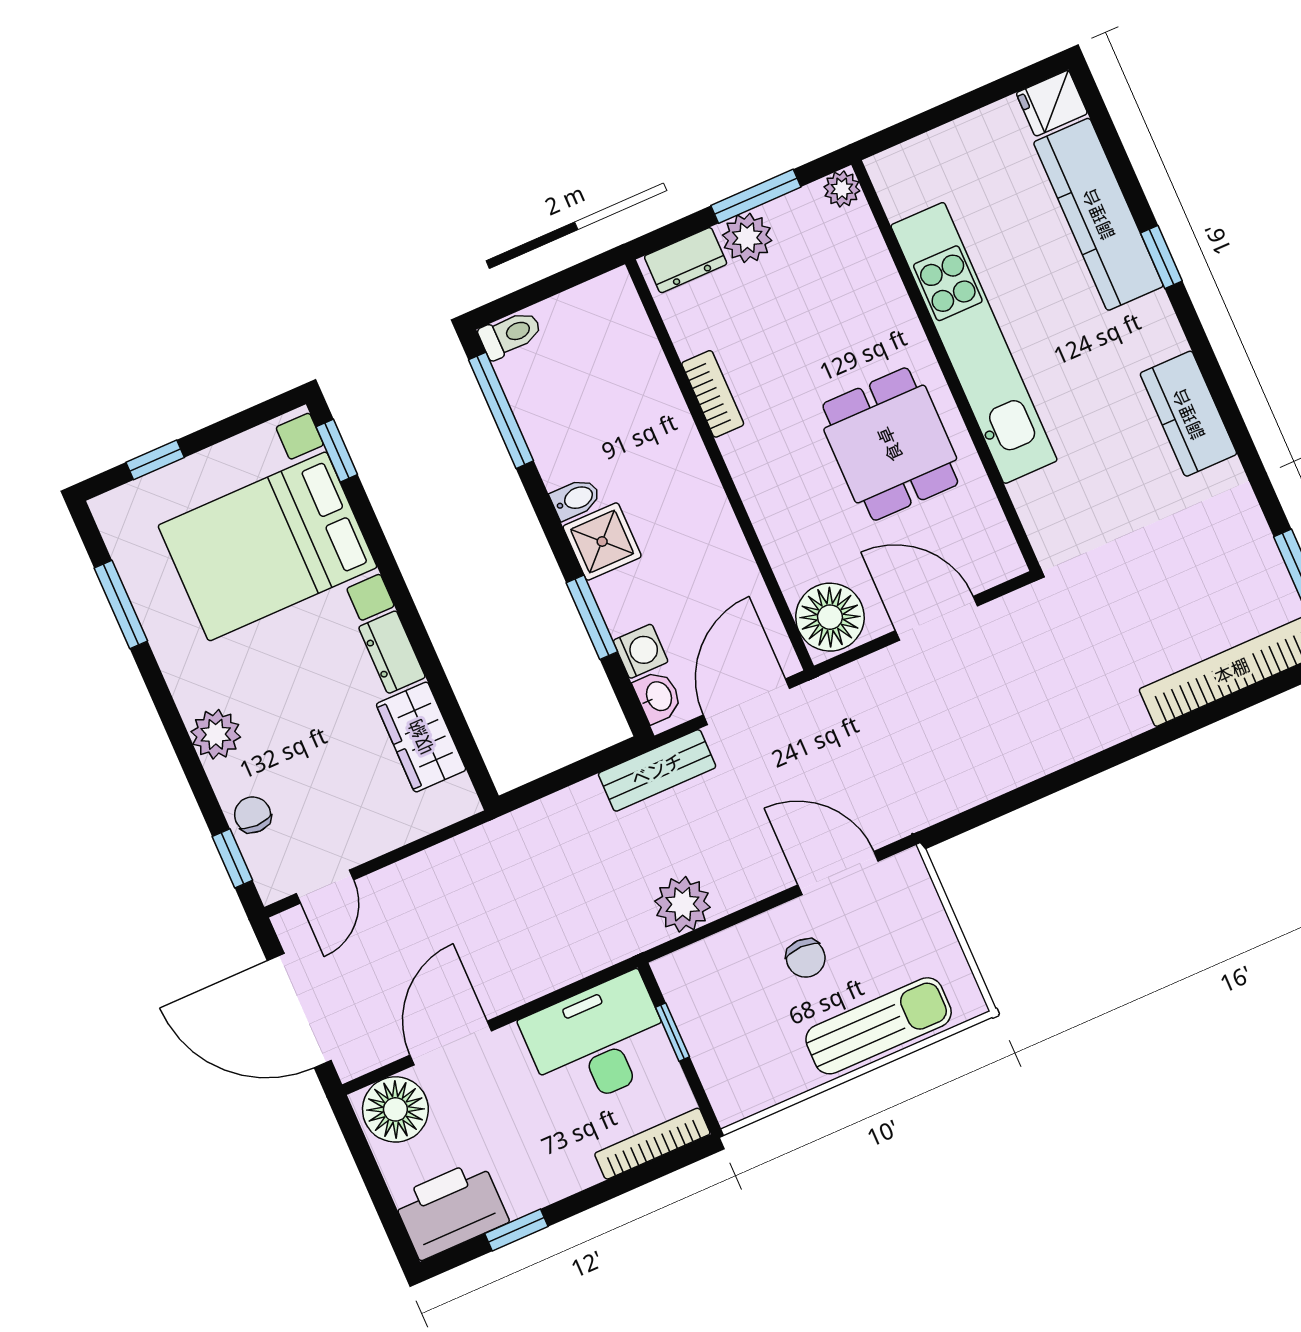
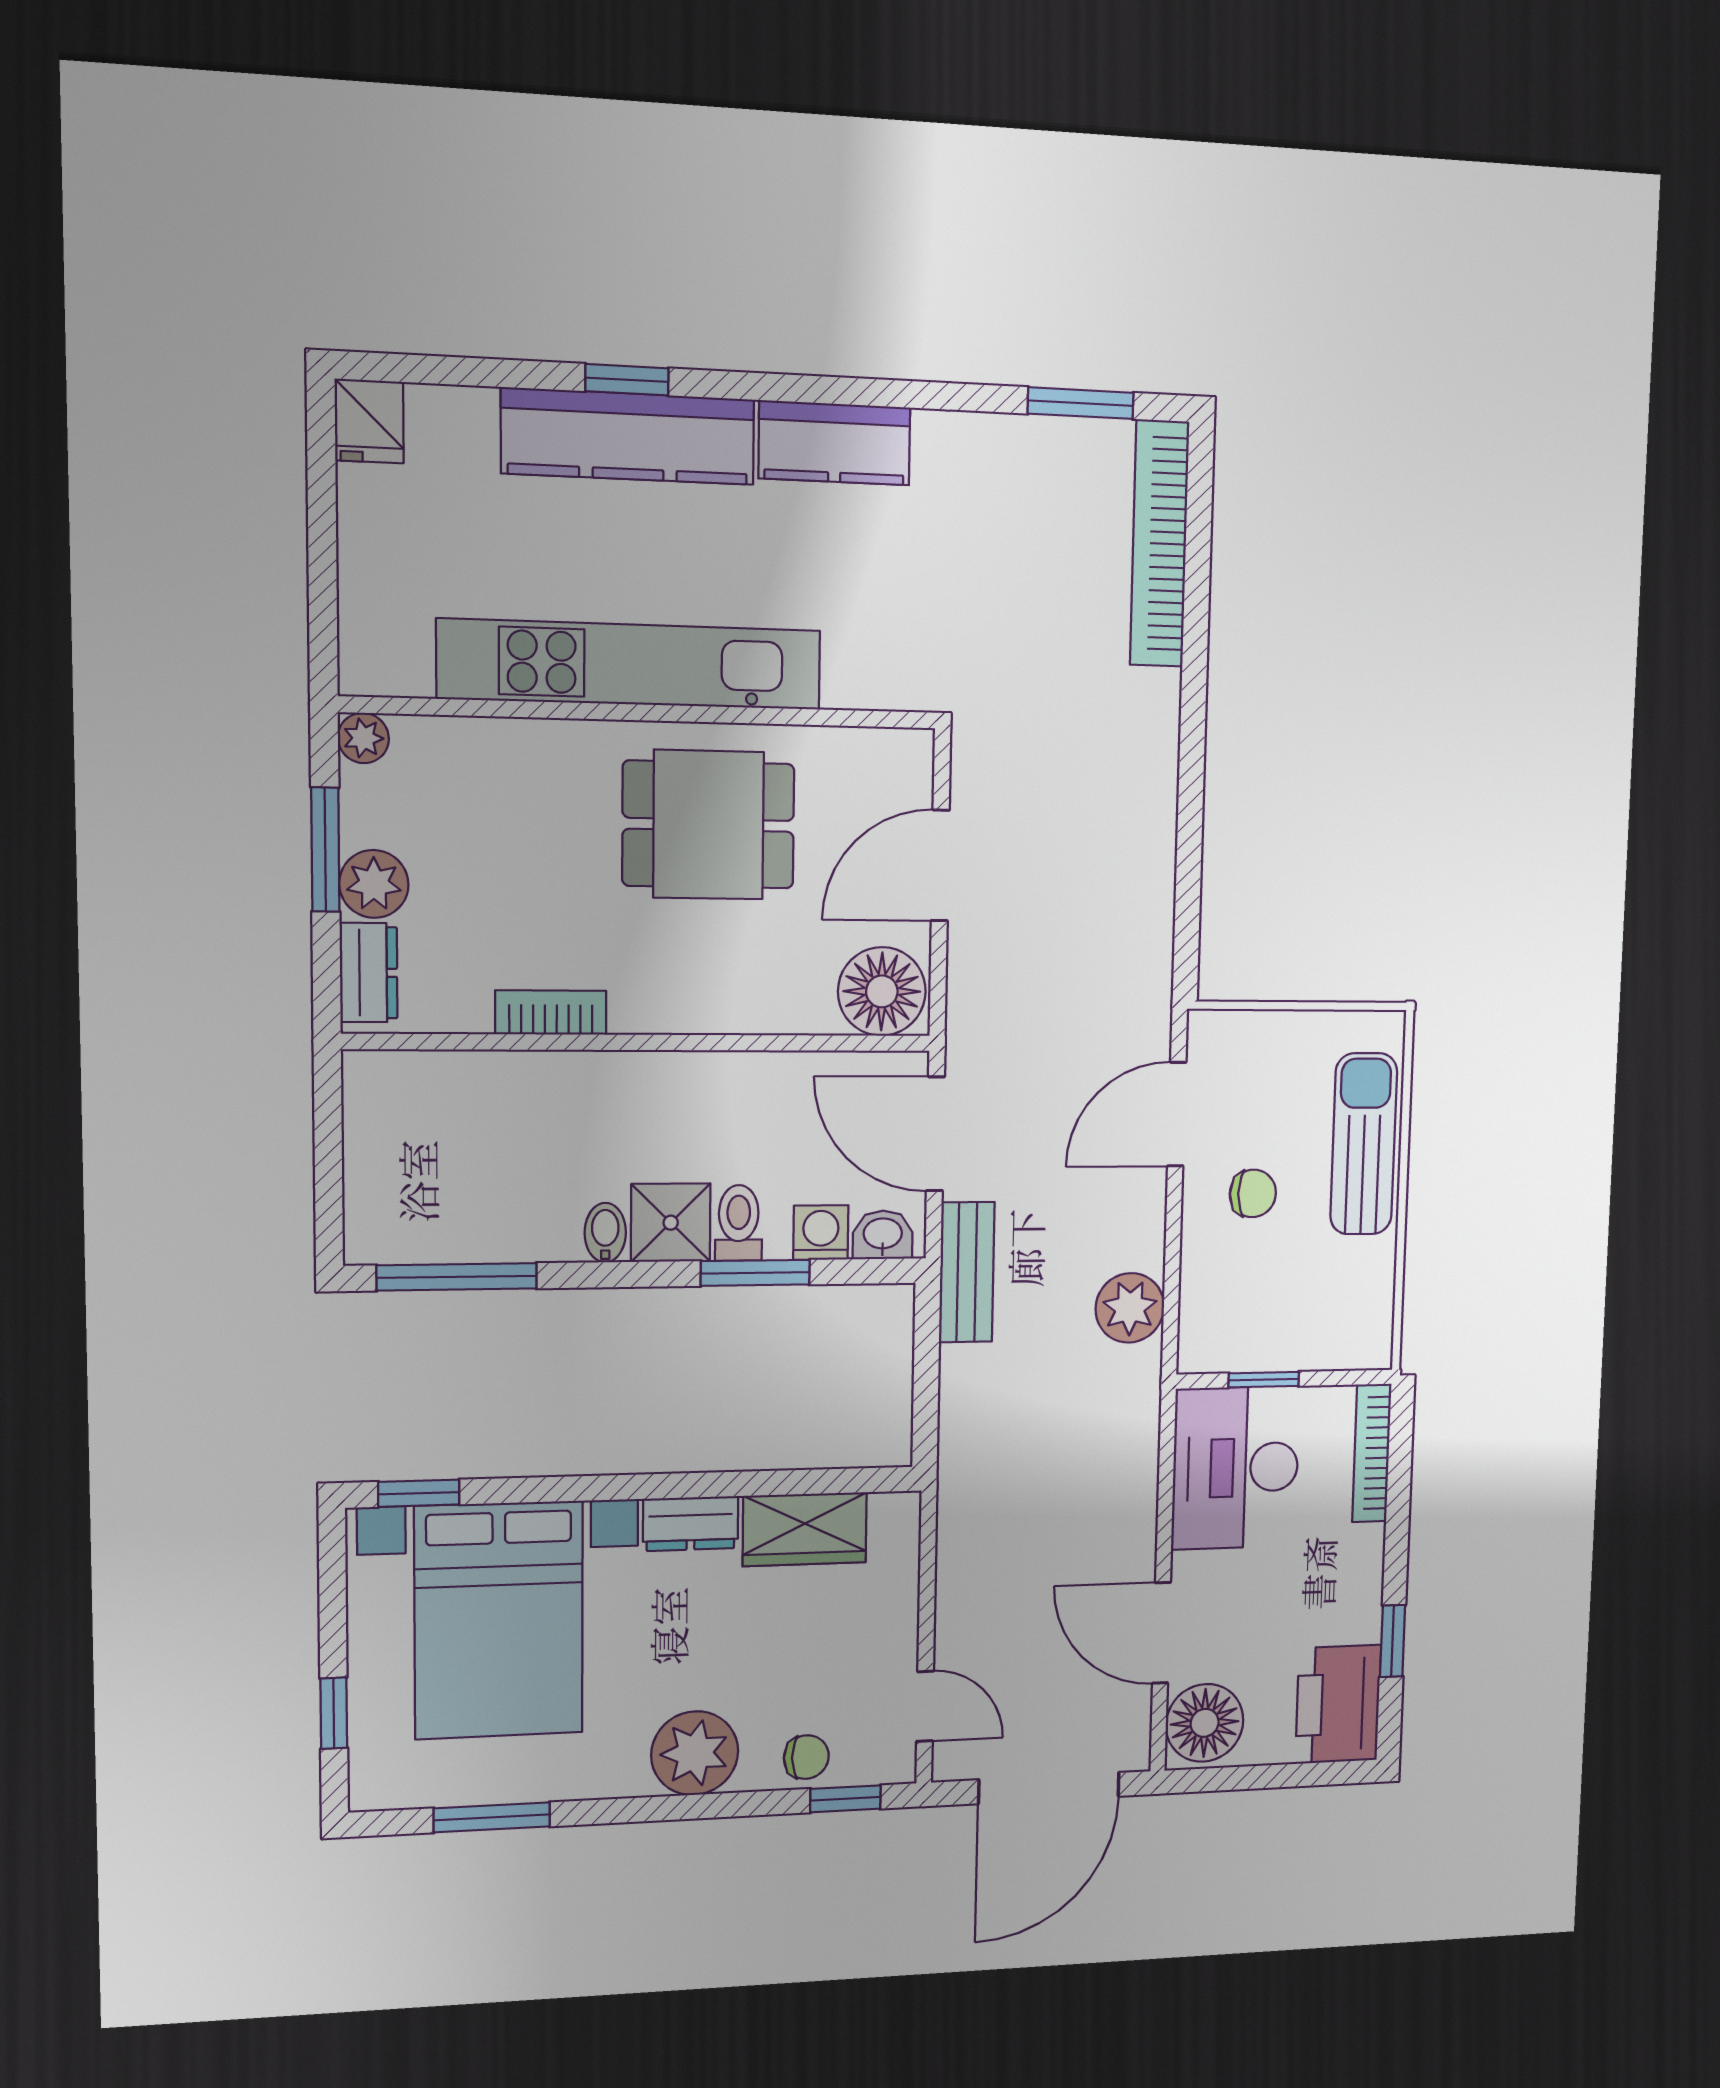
kitchen counter: (1098, 214) -> (628, 436), moved
toilet: (510, 334) -> (739, 1223), moved
plant: (216, 734) -> (695, 1753), width x1.36, depth x1.36
chair: (253, 815) -> (806, 1757), turned 180

